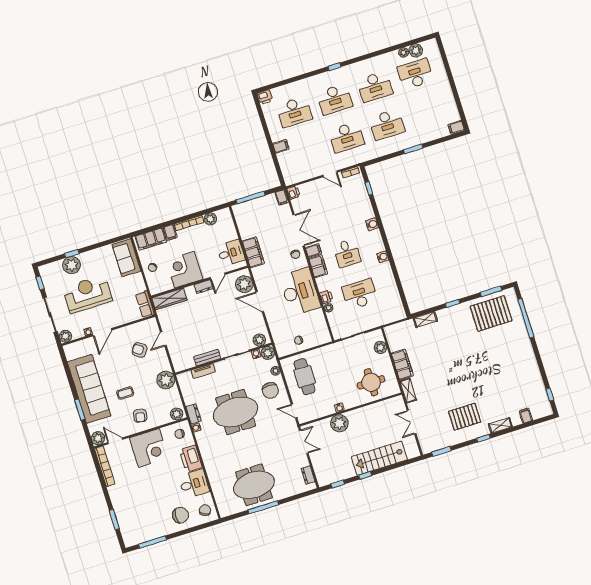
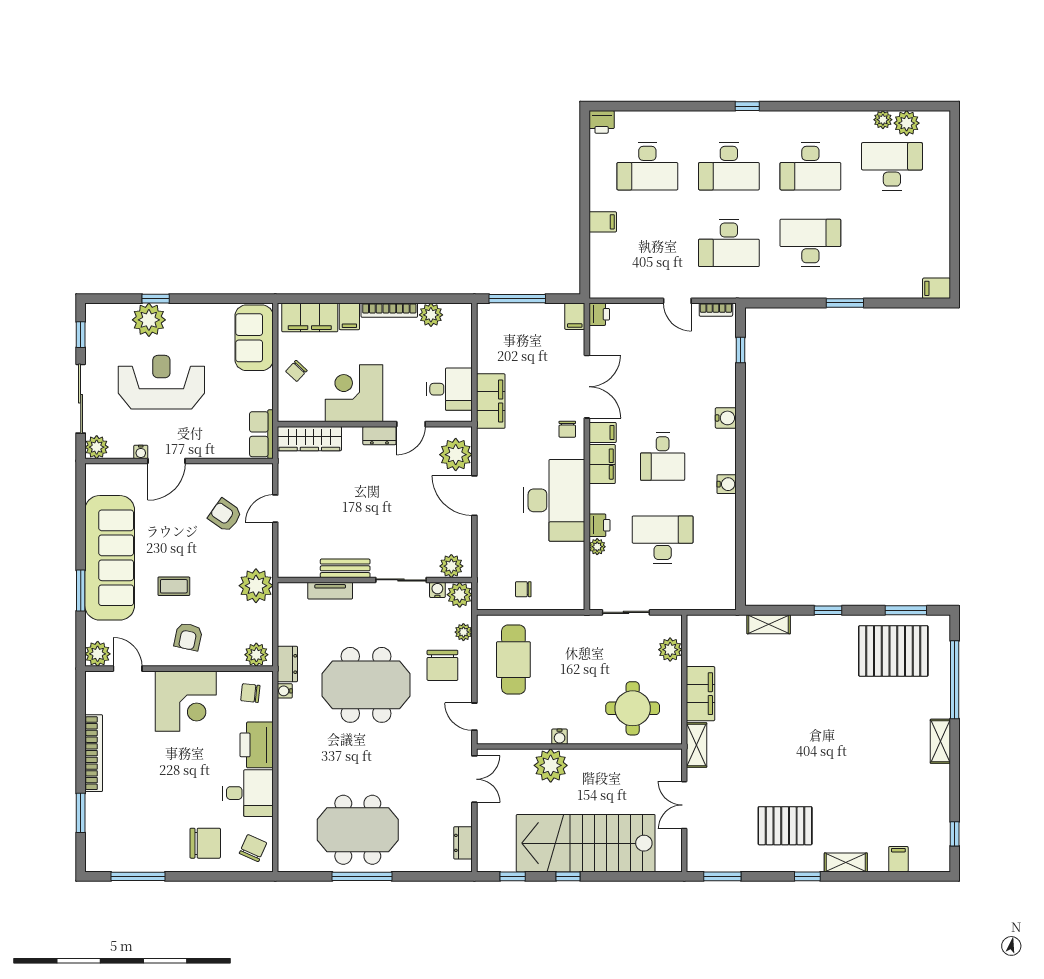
desk: (387, 125) -> (810, 243), turned 180
shelving: (528, 351) -> (940, 741), added
stairs: (379, 458) -> (586, 843), width x1.36, depth x1.51
bookcase: (105, 466) -> (94, 753), moved

